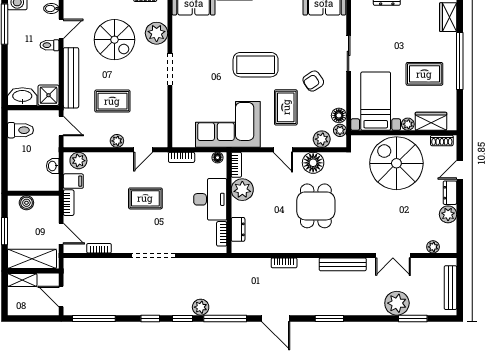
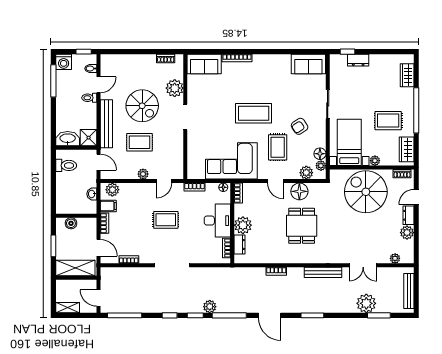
spiral stairs: (114, 40) -> (142, 106), moved
wardrobe: (431, 121) -> (407, 149), moved, turned -90
plant: (242, 190) -> (243, 225), moved
shelving: (22, 280) -> (68, 308), moved

